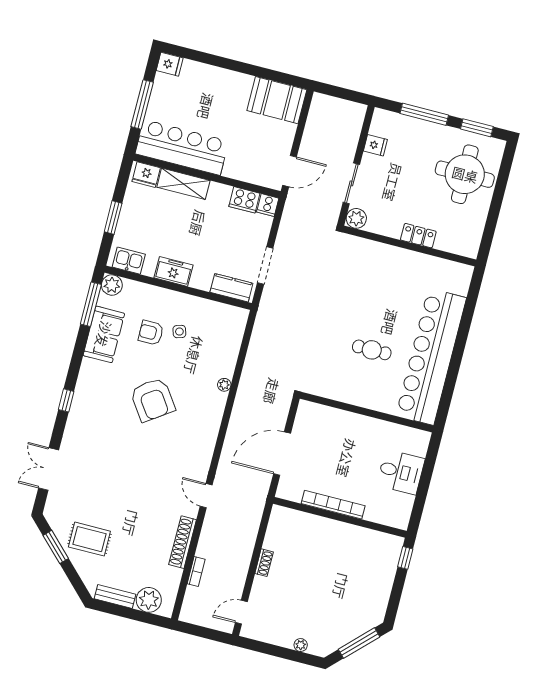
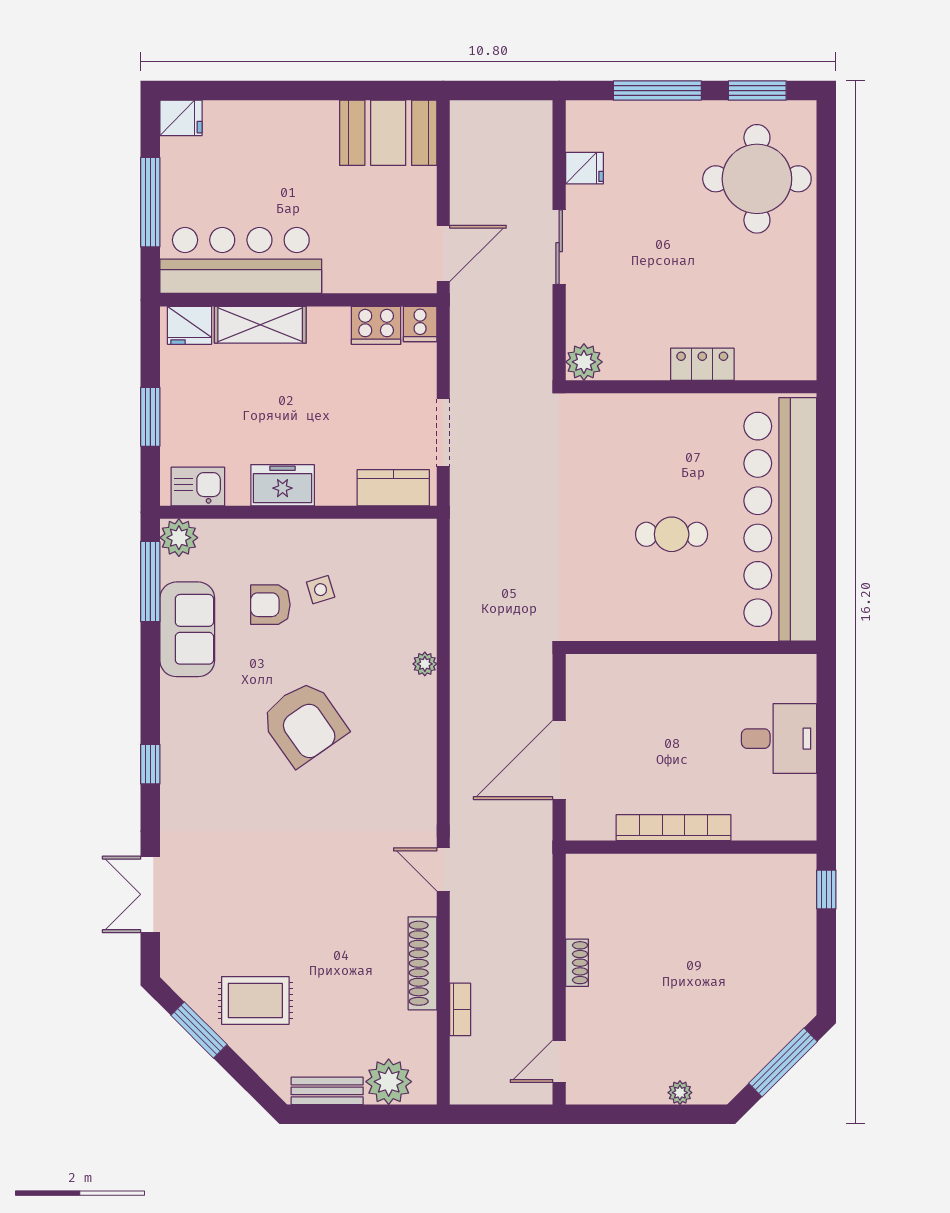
plant: (356, 218) -> (584, 362), moved
locker: (418, 236) -> (702, 364), moved
wall: (409, 246) -> (691, 387), moved

